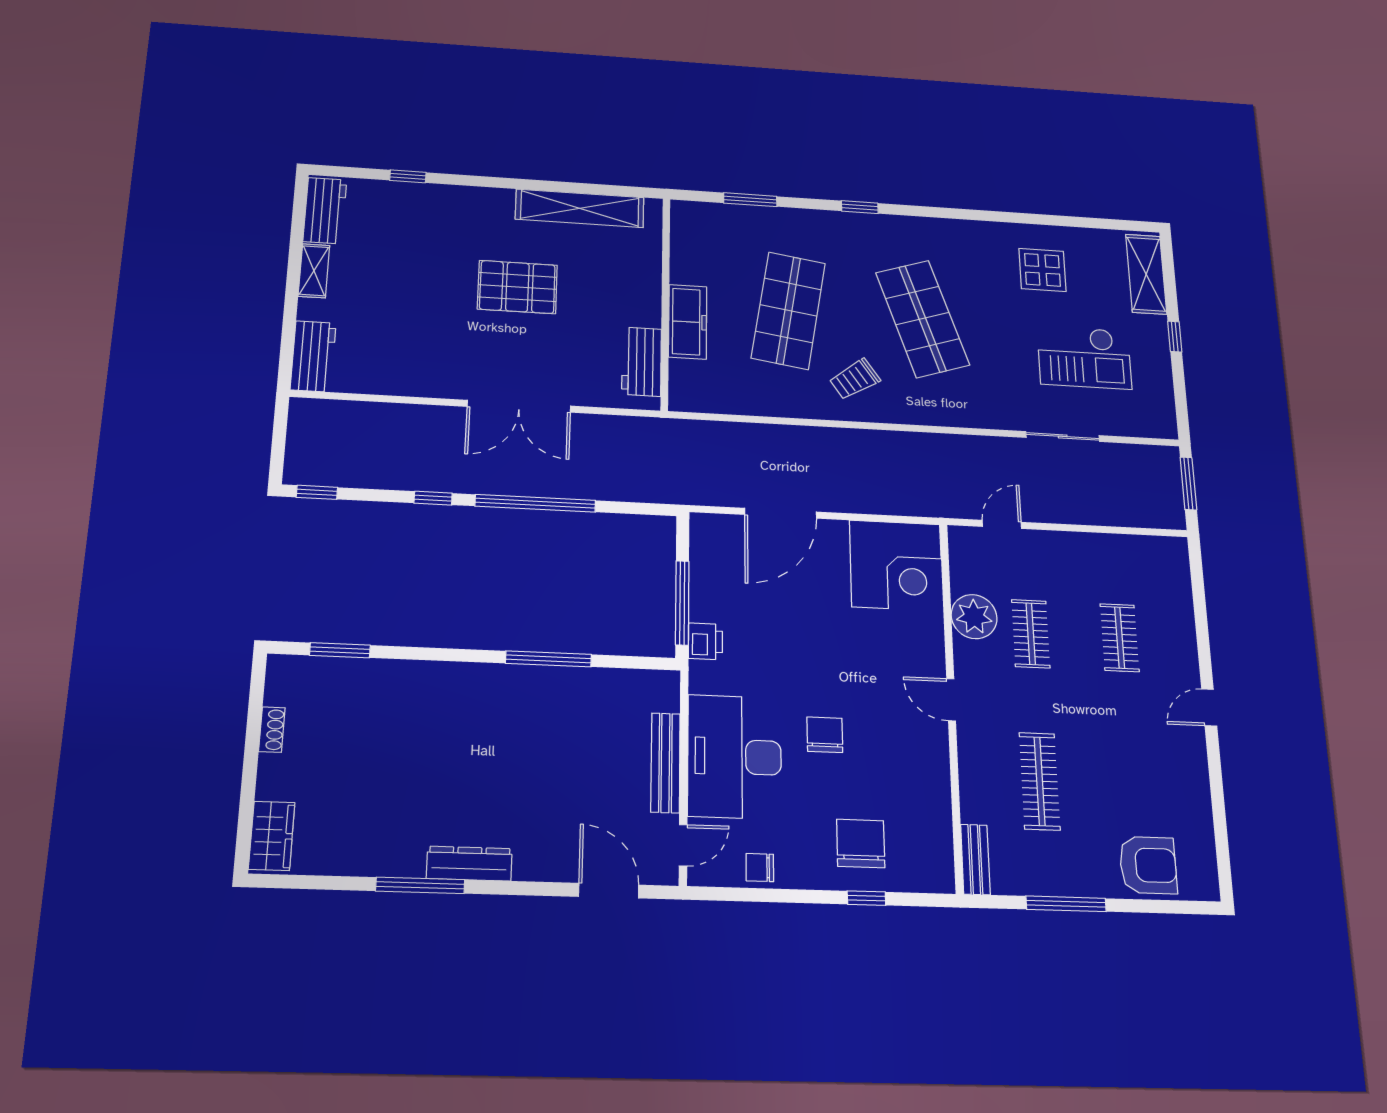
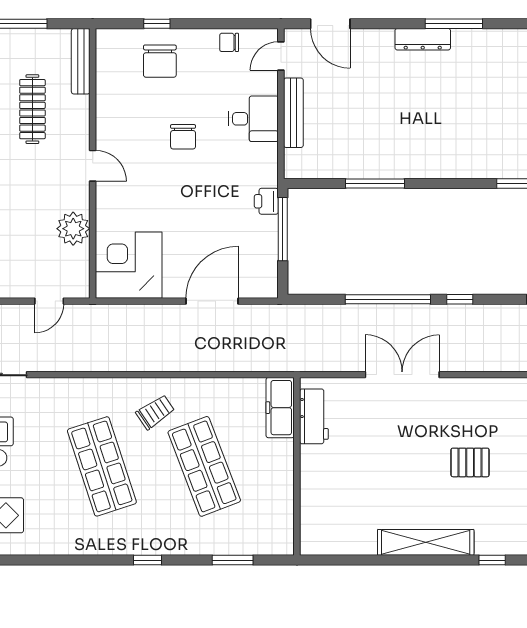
shelving: (580, 208) -> (426, 542), moved
pallet: (517, 287) -> (470, 462), moved, width x0.67, depth x0.71
shop shelf: (788, 310) -> (204, 466), turned -30
freezer: (688, 322) -> (280, 408), moved
clothes rail: (1031, 634) -> (32, 218), removed
desk: (735, 757) -> (253, 119), width x0.53, depth x0.77
bench: (975, 859) -> (81, 61), width x1.36
chair: (760, 868) -> (229, 42), turned 180

